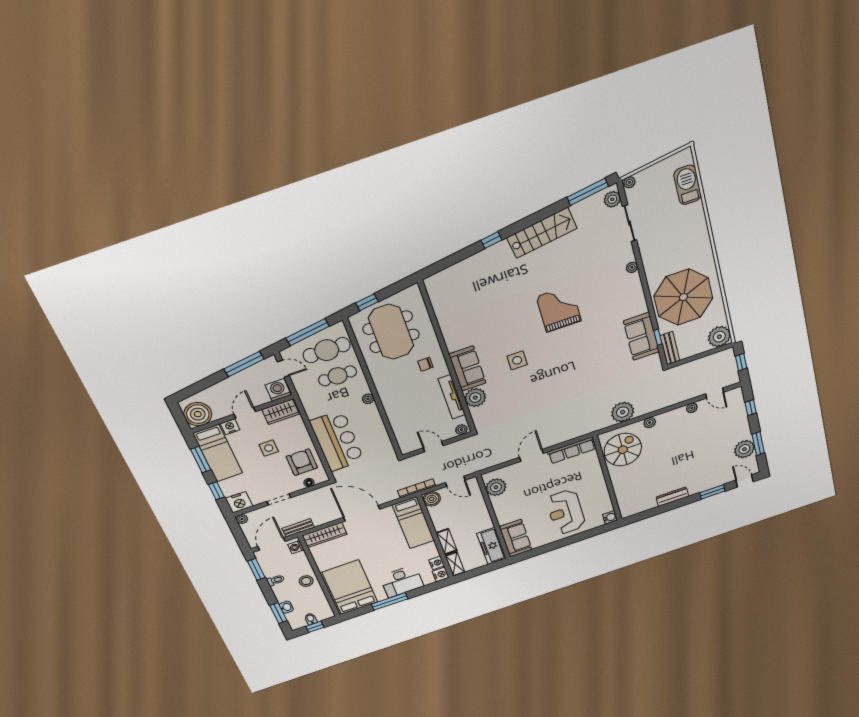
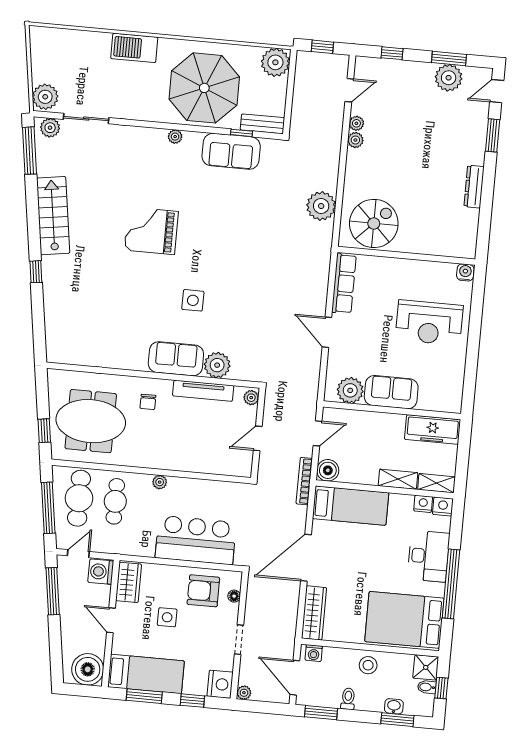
plant: (629, 182) -> (45, 97), width x1.87, depth x1.87
barbecue: (687, 185) -> (134, 48), moved
plant: (632, 267) -> (175, 137), moved
plant: (650, 423) -> (355, 140), moved
nightstand: (230, 427) -> (120, 644), removed
spiral stairs: (623, 450) -> (374, 223), turned 90
bench: (298, 528) -> (288, 637), removed
sofa: (516, 538) -> (391, 392), moved
window: (390, 601) -> (451, 584), width x1.46
shower: (324, 613) -> (426, 667), added

